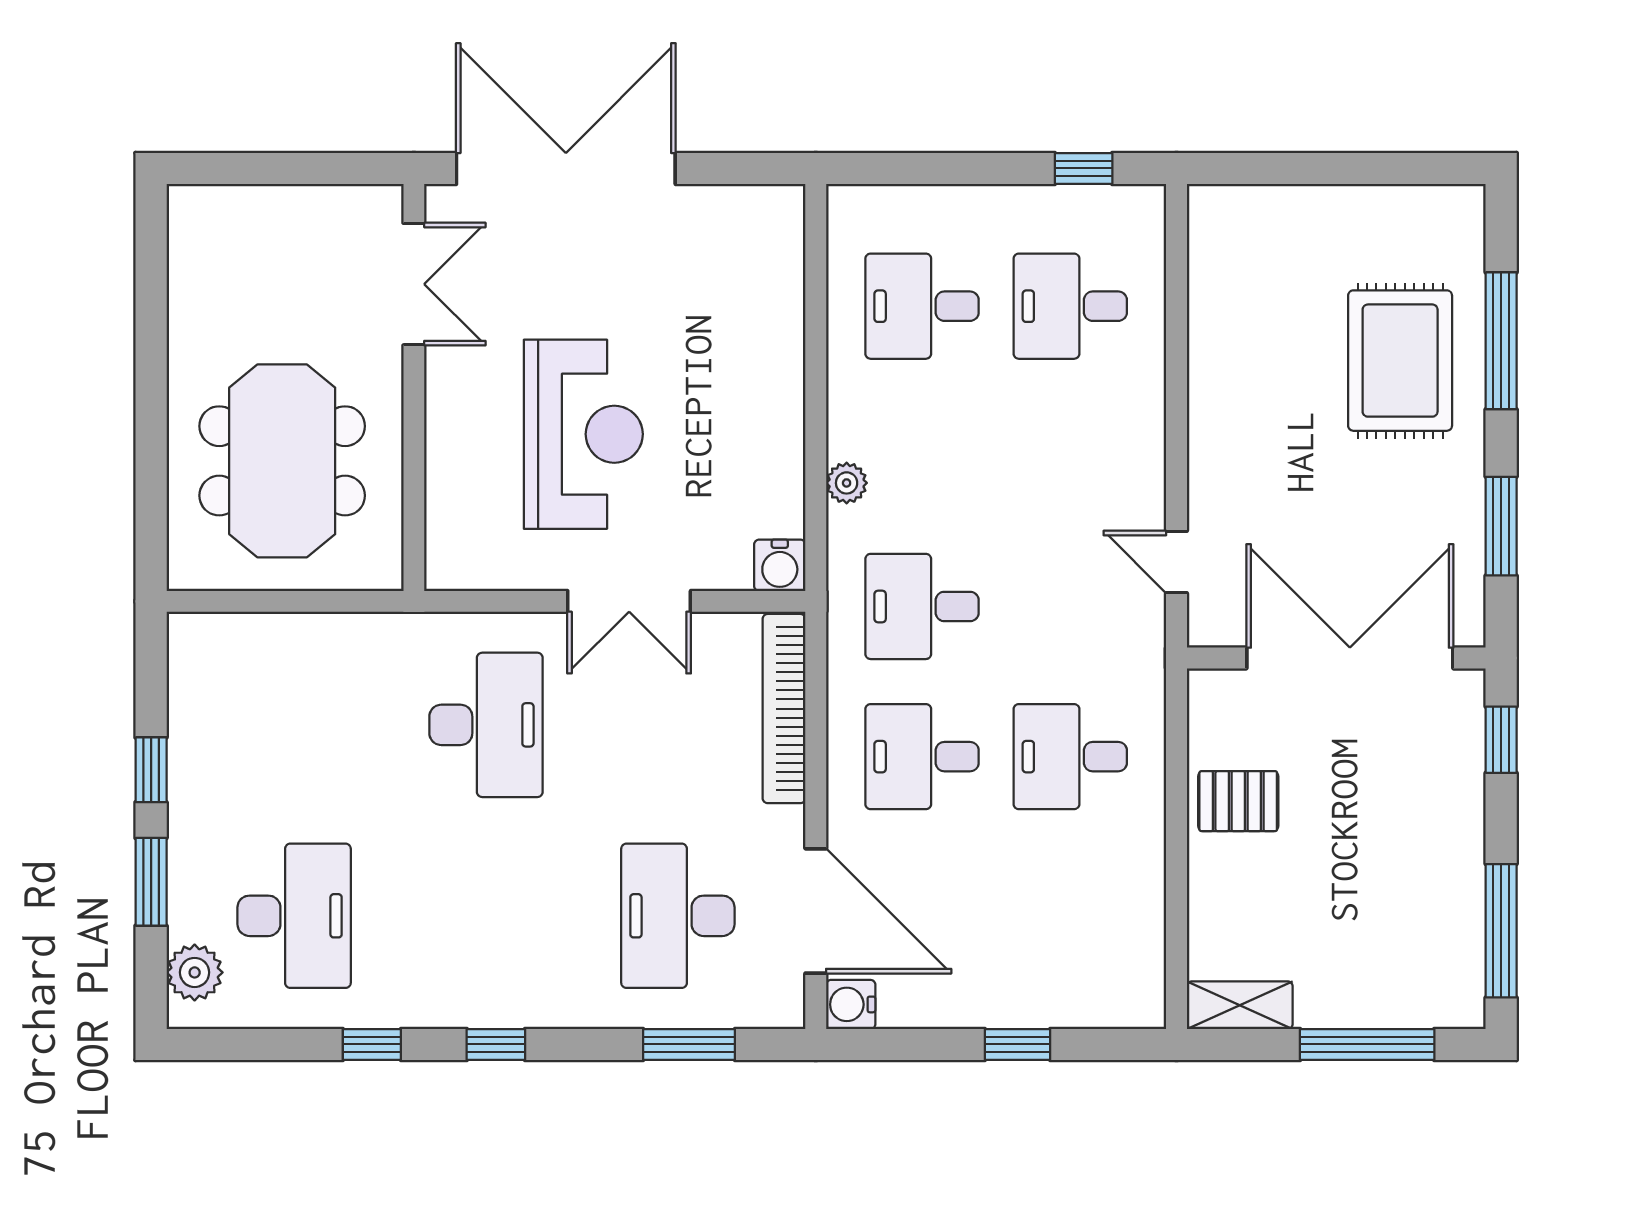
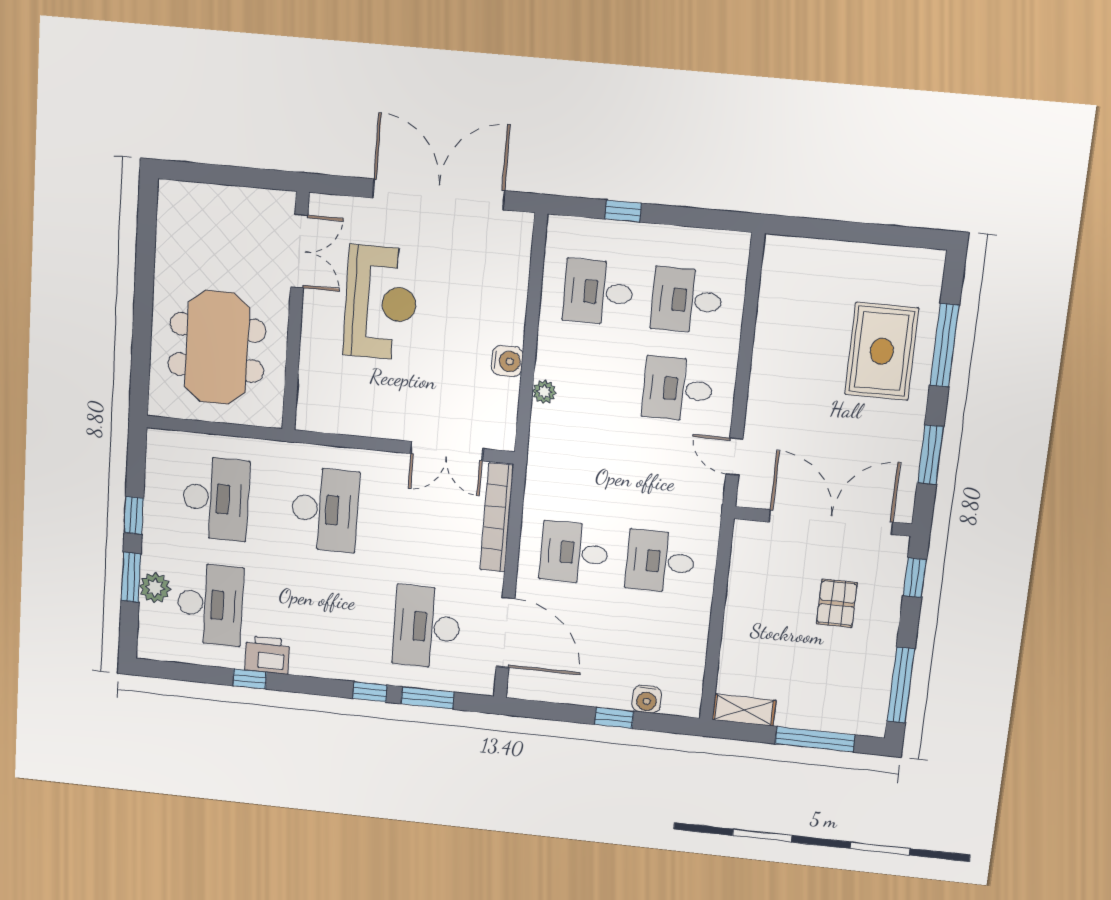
double door: (566, 168) -> (439, 194), moved
window: (1084, 168) -> (623, 211), moved
reception desk: (583, 434) -> (381, 303), moved
water cooler: (780, 565) -> (507, 361), moved, turned -90
double door: (629, 601) -> (447, 451), moved
desk: (922, 606) -> (678, 389), moved
desk: (294, 725) -> (216, 498), added
pallet: (1238, 801) -> (837, 603), moved, turned 90
plant: (195, 972) -> (155, 588), moved
printer: (401, 997) -> (267, 655), added
water cooler: (851, 1004) -> (647, 699), moved, turned -90
window: (496, 1044) -> (370, 692), moved

